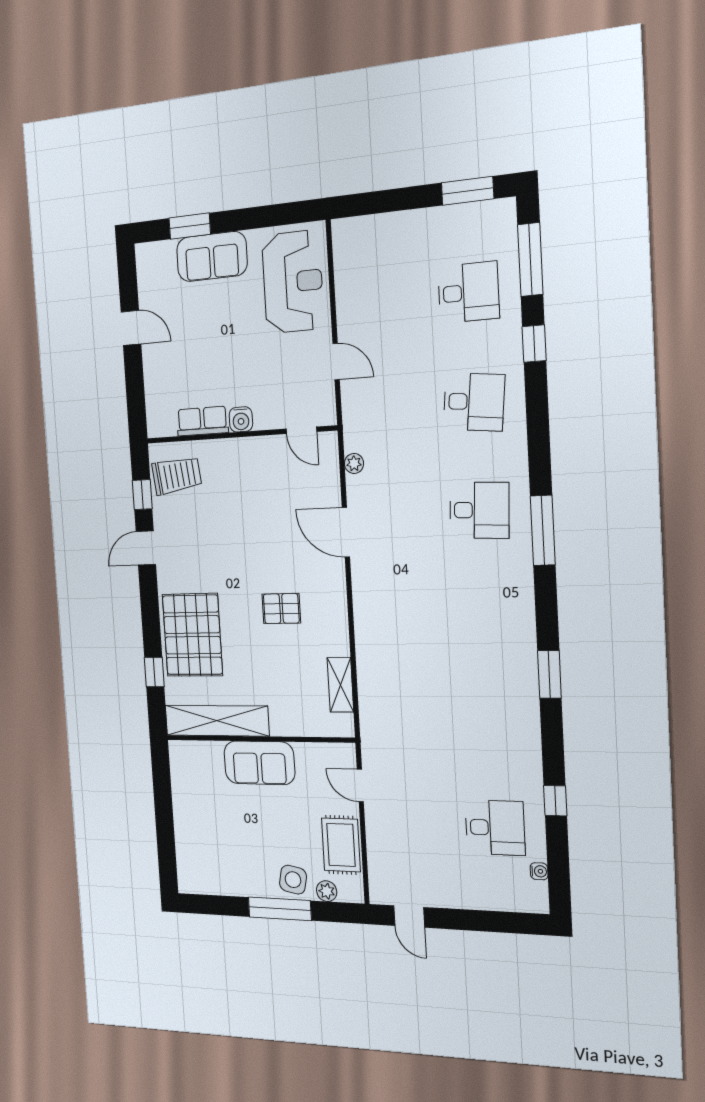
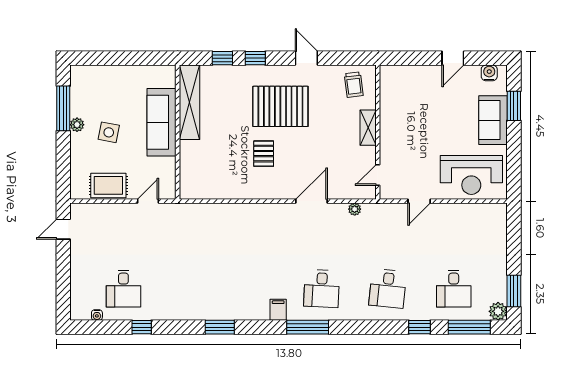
plant: (502, 214) -> (498, 311), added
water cooler: (241, 419) -> (489, 73), moved, turned 90
row of seats: (202, 421) -> (388, 106), removed
trolley: (177, 475) -> (354, 85), width x0.73, depth x0.72
window: (142, 495) -> (255, 58), moved
filing cabinet: (517, 580) -> (278, 310), added
pallet: (192, 635) -> (280, 106), moved
shelving: (340, 685) -> (368, 128), moved, turned 90
sofa: (259, 763) -> (162, 122), width x1.36
side table: (293, 880) -> (109, 132), moved
plant: (327, 891) -> (77, 125), moved
window: (280, 909) -> (63, 108), moved

